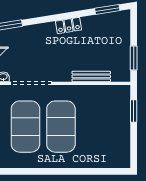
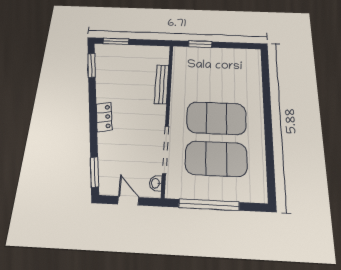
locker: (69, 26) -> (104, 117), moved
window: (134, 58) -> (116, 41), moved

